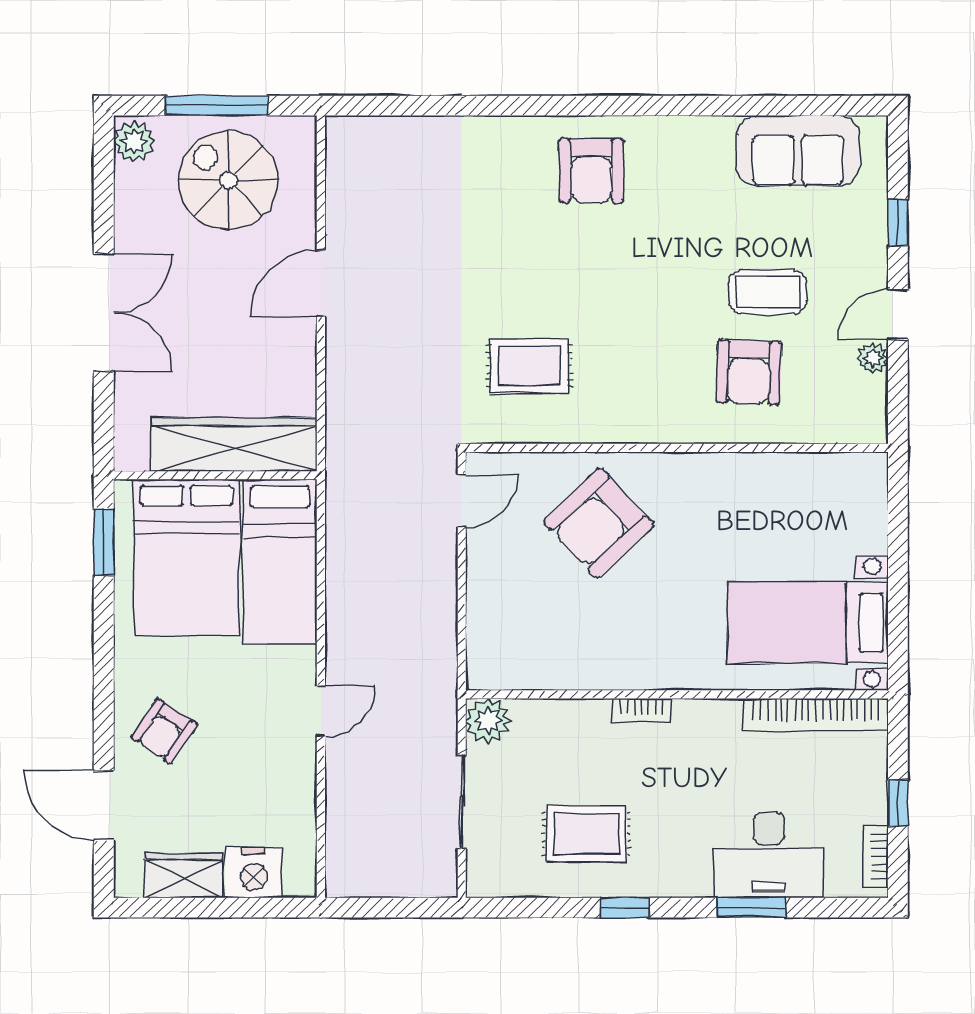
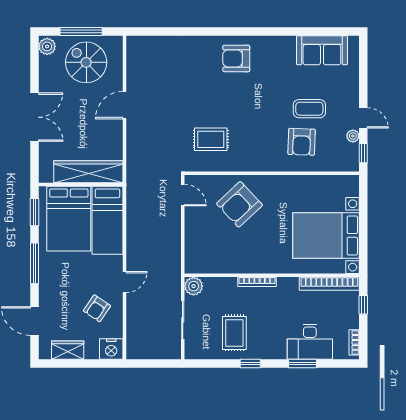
armchair: (591, 171) -> (236, 58), turned 90
window: (898, 223) -> (363, 153), moved
door: (898, 314) -> (363, 118), swing flipped
door: (462, 501) -> (183, 195), hinge flipped
bed with nightstands: (808, 623) -> (326, 235), width x1.36
window: (104, 666) -> (35, 263), added
bookcase: (641, 710) -> (257, 282), width x1.56
armchair: (164, 731) -> (97, 308), moved
window: (898, 803) -> (363, 305), moved
rug: (586, 834) -> (234, 333), turned 90
nightstand: (254, 873) -> (111, 349), moved

